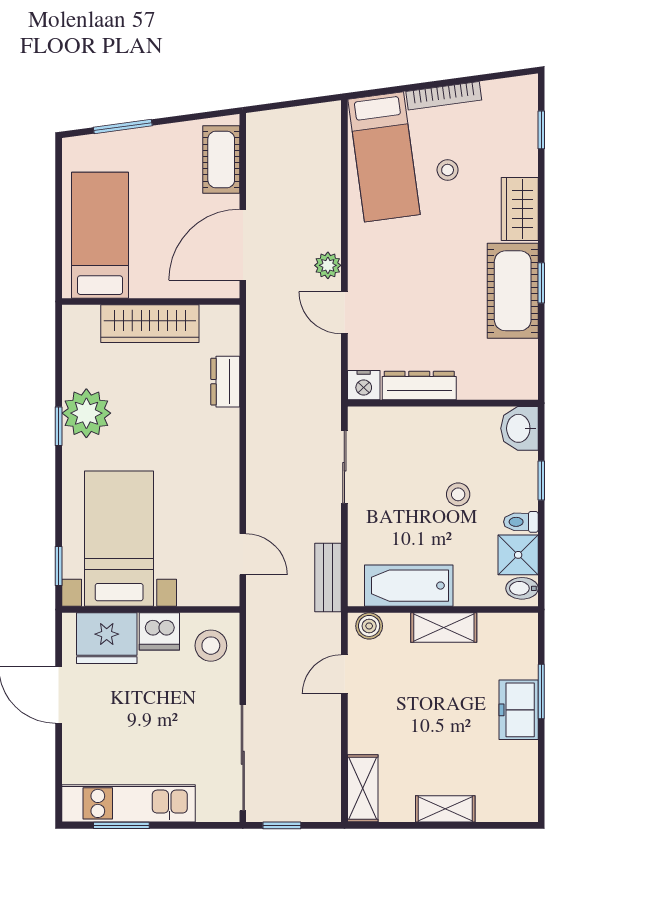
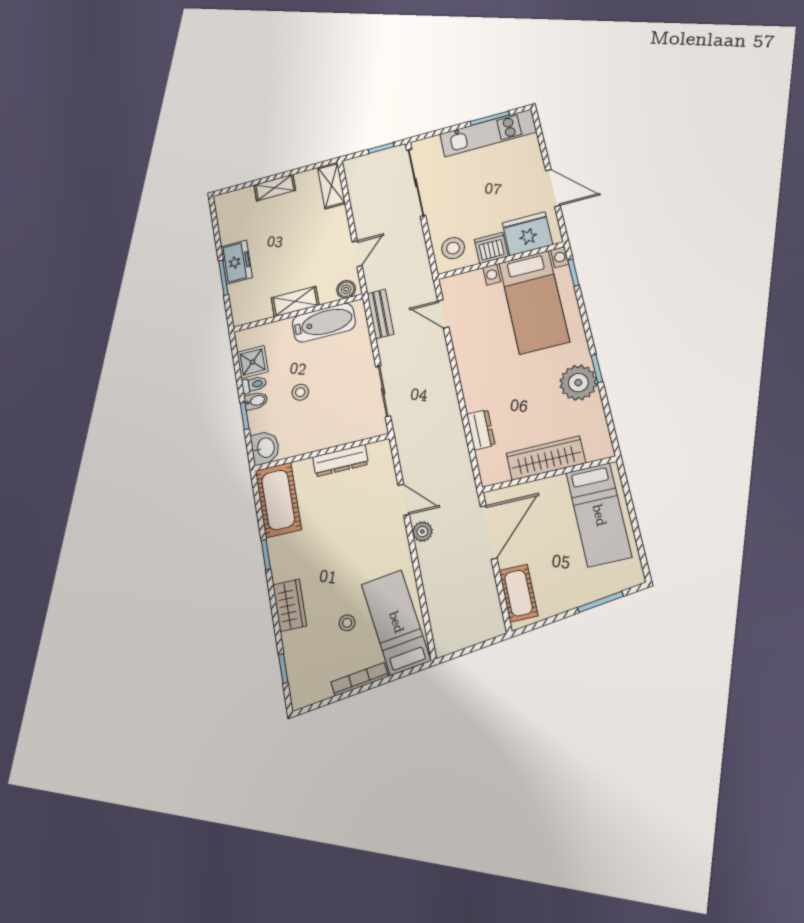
cot: (513, 291) -> (278, 500), moved
nightstand: (364, 385) -> (380, 451), removed
bidet: (522, 588) -> (256, 401), moved

